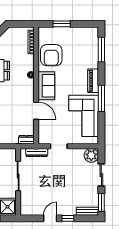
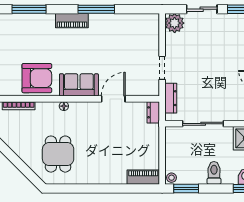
corner sofa: (84, 116) -> (120, 34), removed

